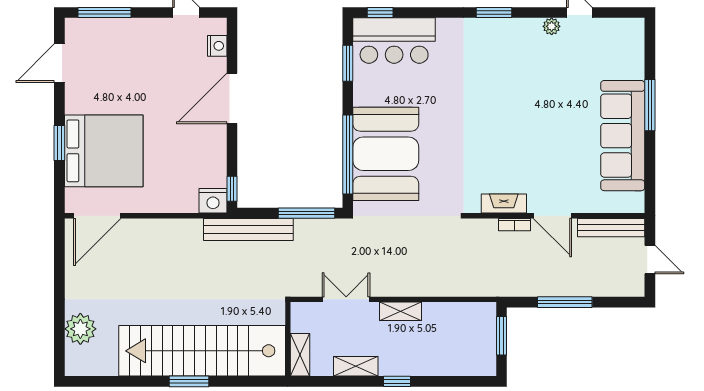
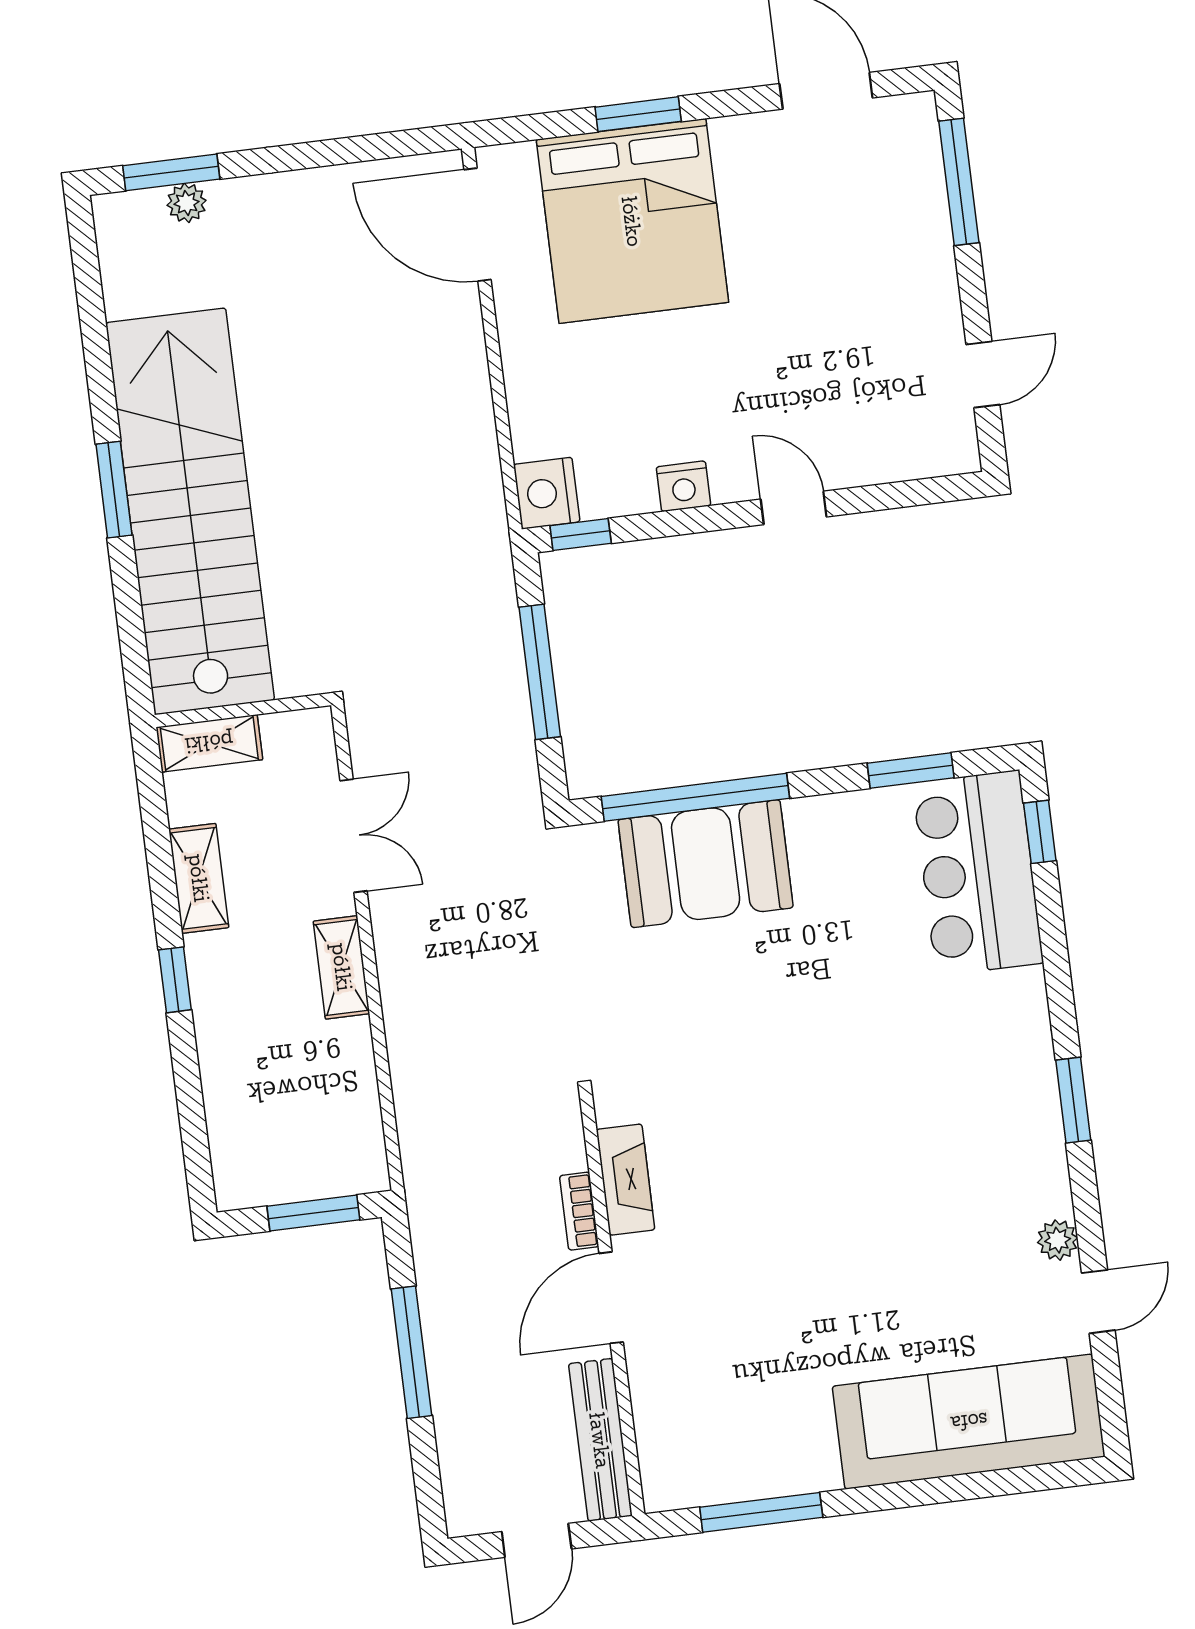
nightstand: (217, 46) -> (684, 486), moved
door: (232, 98) -> (794, 508), width x0.53
window: (650, 105) -> (761, 1512), moved
sofa: (623, 136) -> (969, 1422), moved
booth: (386, 154) -> (706, 864), width x0.73, depth x0.70
window: (307, 213) -> (540, 672), moved
bench: (248, 229) -> (490, 585), removed
plant: (80, 329) -> (187, 203), width x0.53, depth x0.53
window: (59, 341) -> (171, 172), added

